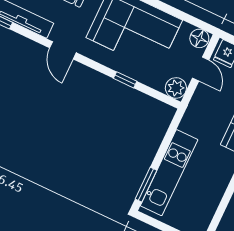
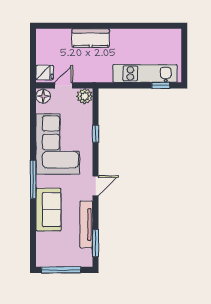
window: (146, 185) -> (161, 85), width x0.67

